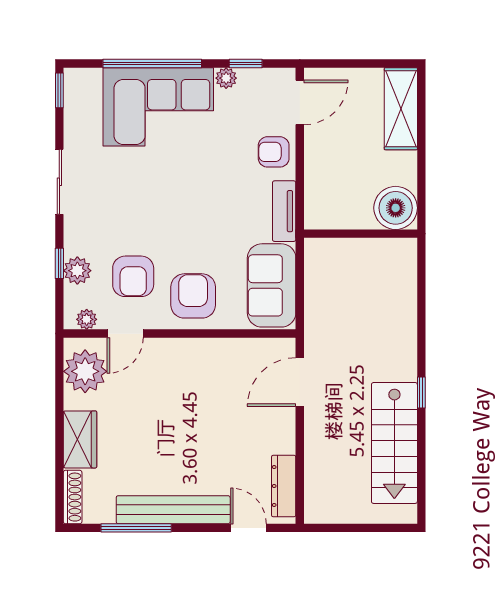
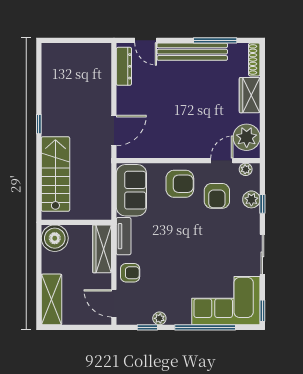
door: (300, 102) -> (114, 303), hinge flipped
corner sofa: (158, 107) -> (226, 301), moved
wardrobe: (319, 191) -> (102, 249), added
armchair: (133, 276) -> (217, 196), turned 180
armchair: (193, 296) -> (180, 184), turned -90
stairs: (394, 443) -> (55, 174), moved

